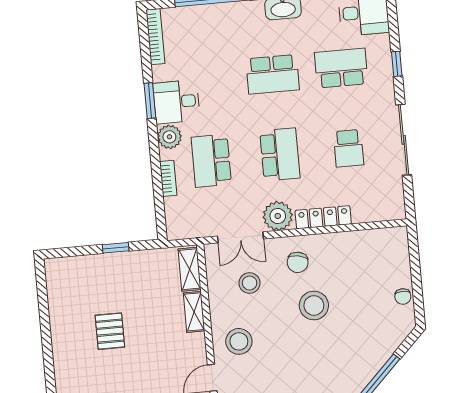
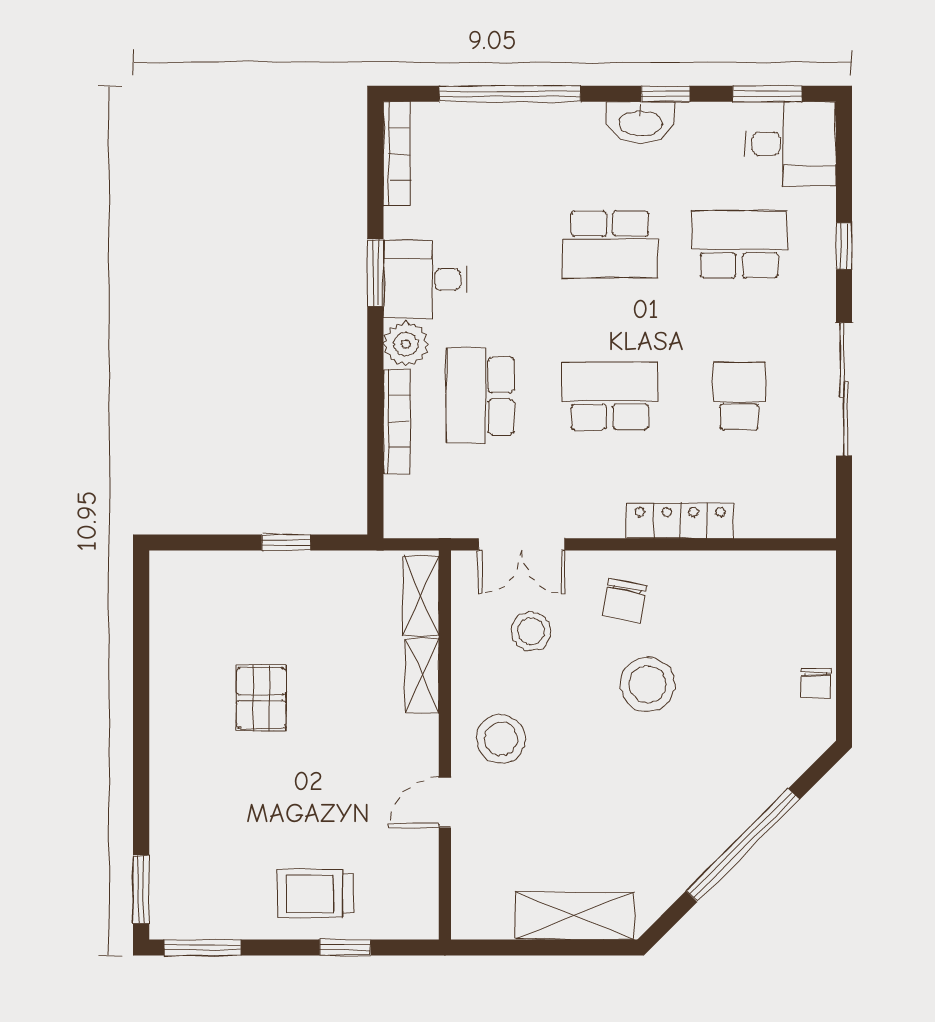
school desk: (348, 148) -> (739, 396), turned 180
school desk: (280, 154) -> (610, 396), turned -90
bookcase: (168, 178) -> (397, 422), width x1.56
plant: (278, 216) -> (595, 511), removed

